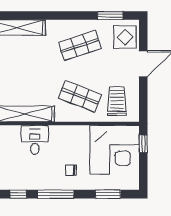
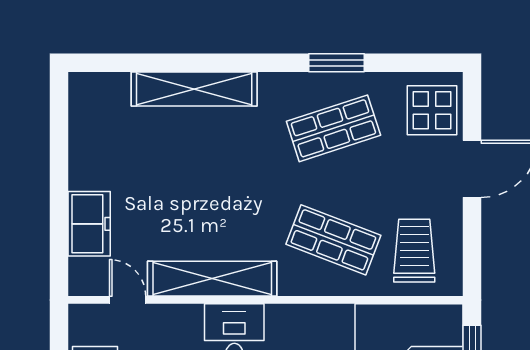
window: (110, 16) -> (337, 63), moved

